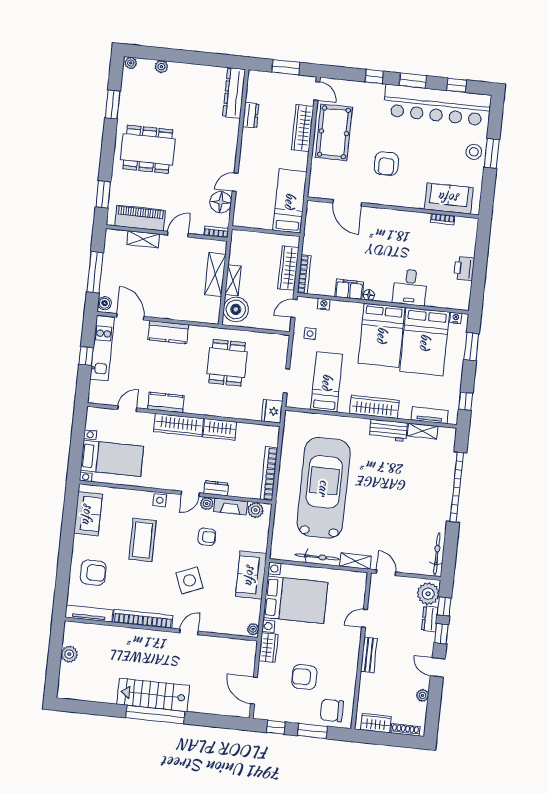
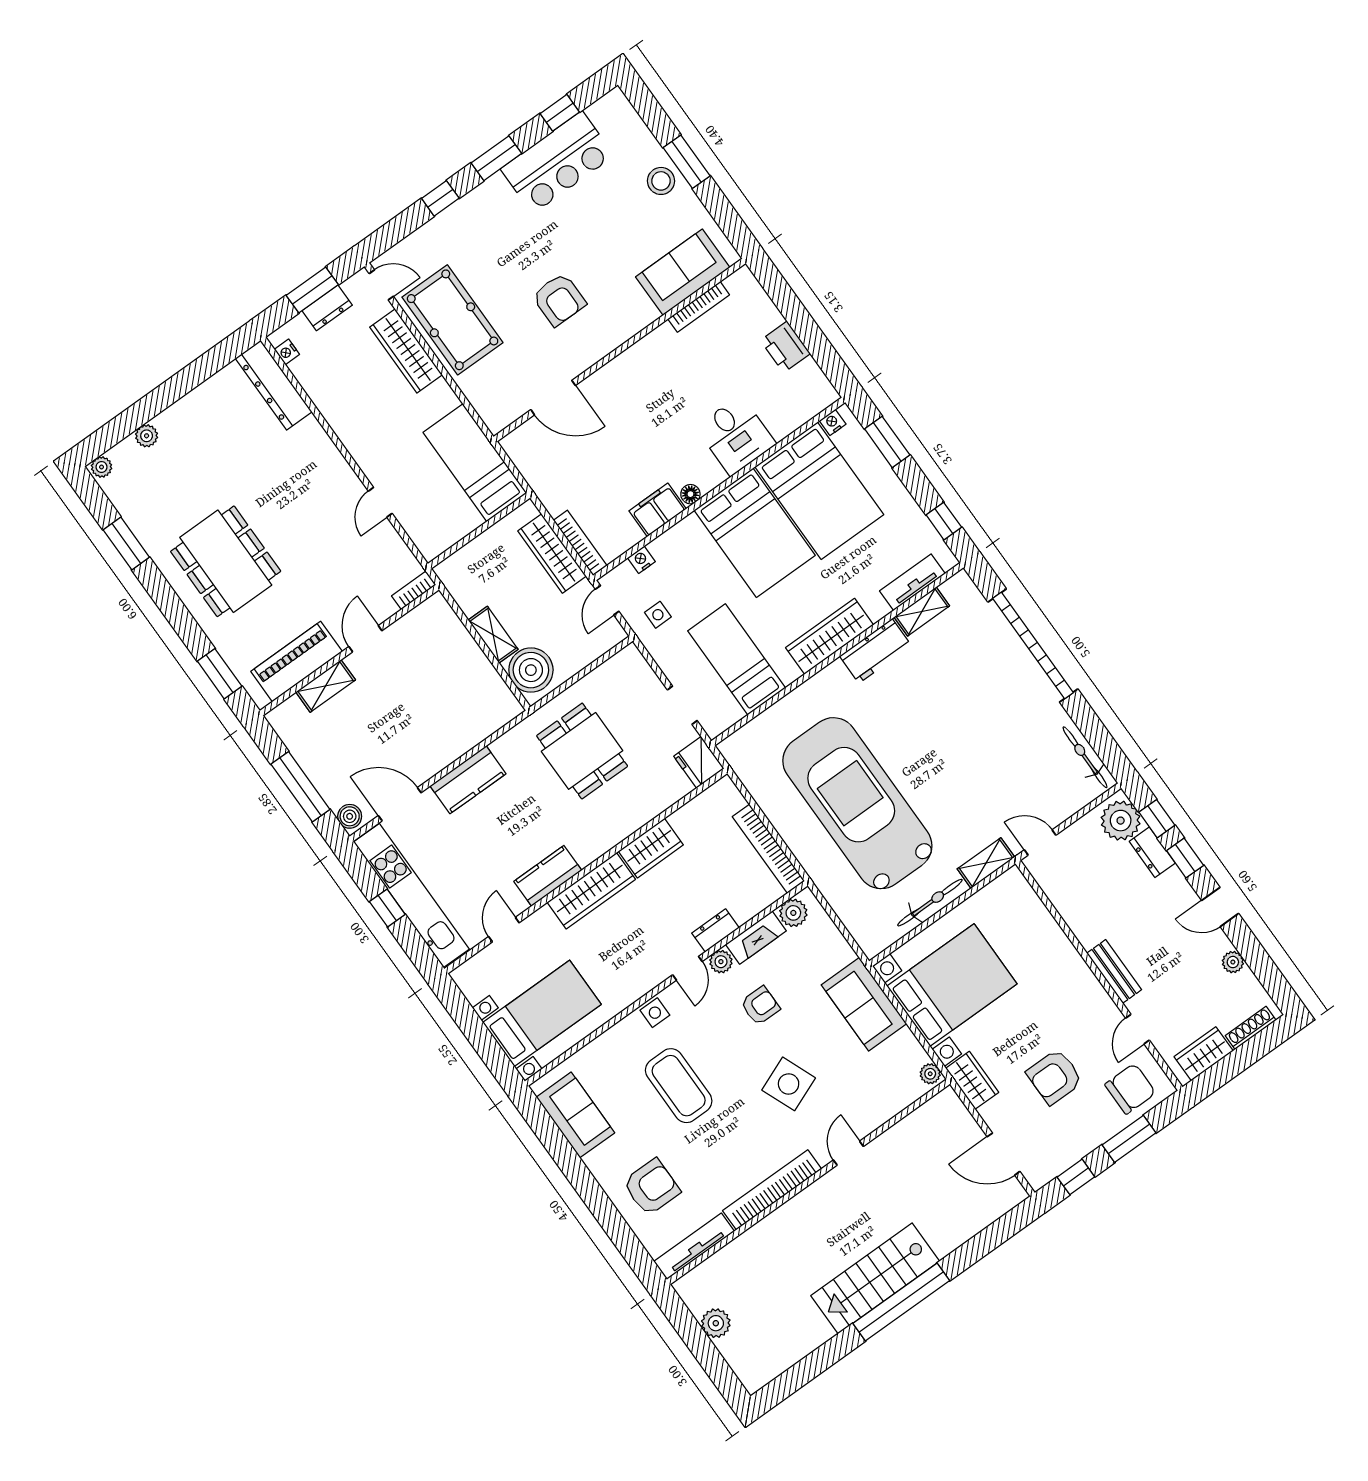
nightstand: (252, 84) -> (287, 352), added
bar counter: (437, 105) -> (557, 162), width x0.54
dresser: (251, 115) -> (327, 308), moved, turned 90
dining table: (148, 149) -> (226, 561), turned 90
floor lamp: (221, 202) -> (385, 546), removed
bookcase: (443, 219) -> (699, 307), width x1.56
shelving: (215, 274) -> (463, 648), removed
kitchen unit: (102, 348) -> (411, 896), width x1.36
door: (365, 618) -> (1137, 1029), moved
chair: (332, 710) -> (1130, 1089), turned 180

